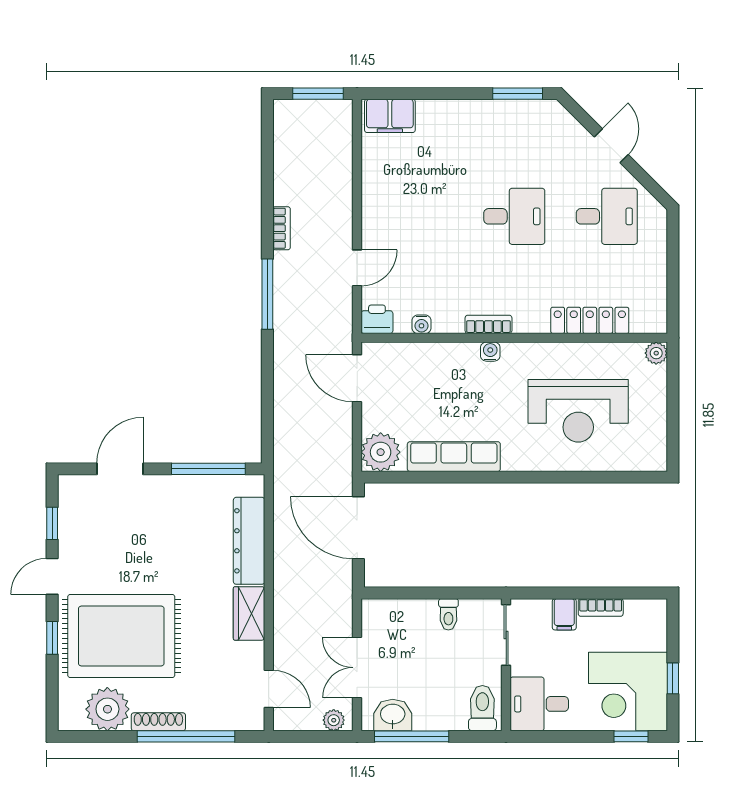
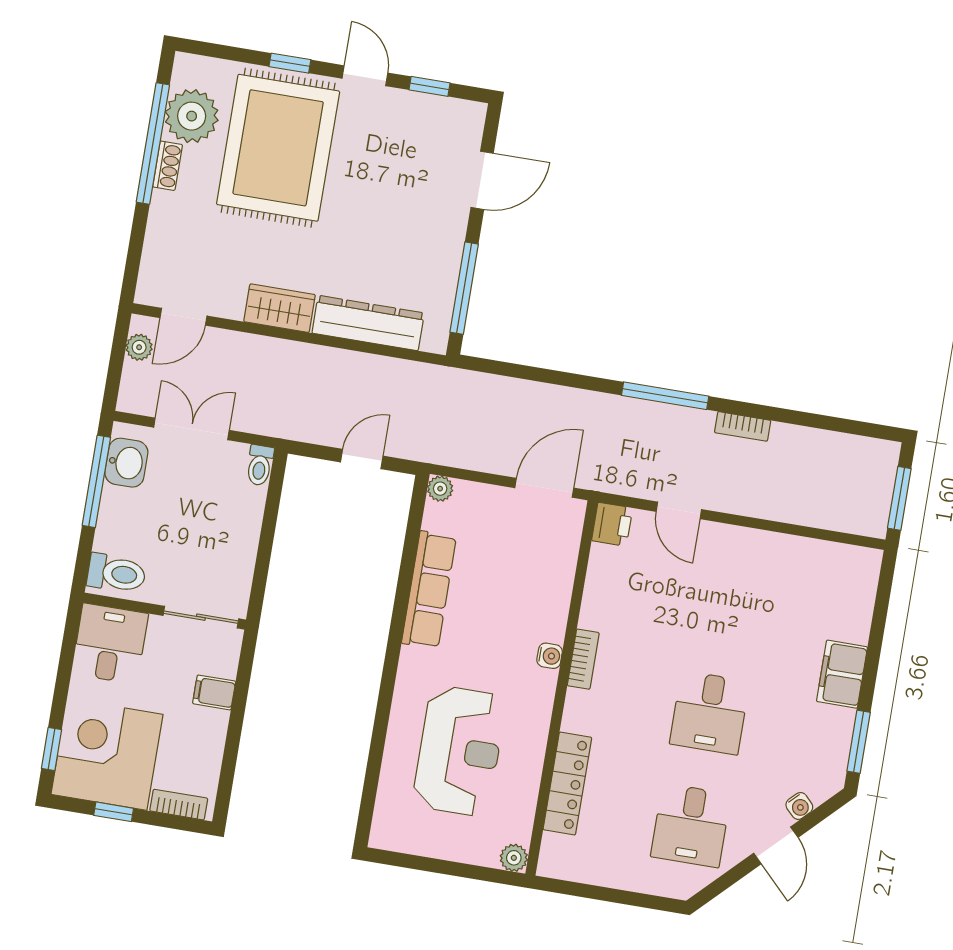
filing cabinet: (390, 116) -> (842, 674), moved
door: (611, 146) -> (776, 845), hinge flipped
water cooler: (421, 324) -> (799, 806), moved, turned -135
reception desk: (578, 411) -> (459, 751), turned 180
plant: (381, 452) -> (440, 489), width x0.53, depth x0.53
door: (120, 469) -> (482, 180), hinge flipped
door: (358, 528) -> (362, 459), width x0.53
bookcase: (601, 607) -> (179, 805), moved, turned 90
toilet: (448, 614) -> (260, 465), moved, turned -90
plant: (334, 720) -> (139, 347), moved
shoe rack: (158, 722) -> (168, 166), width x0.70
window: (186, 736) -> (153, 144), moved

